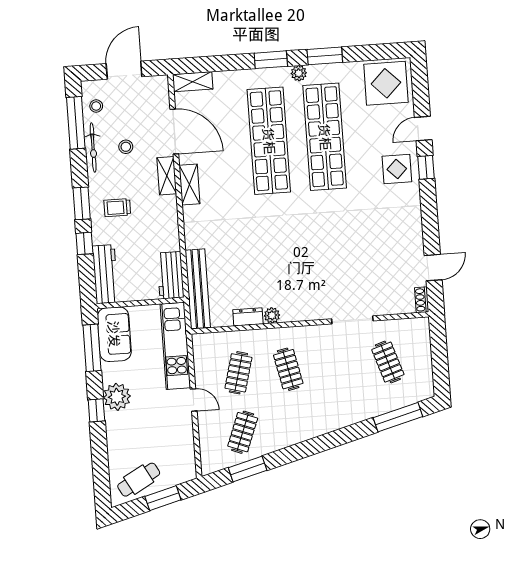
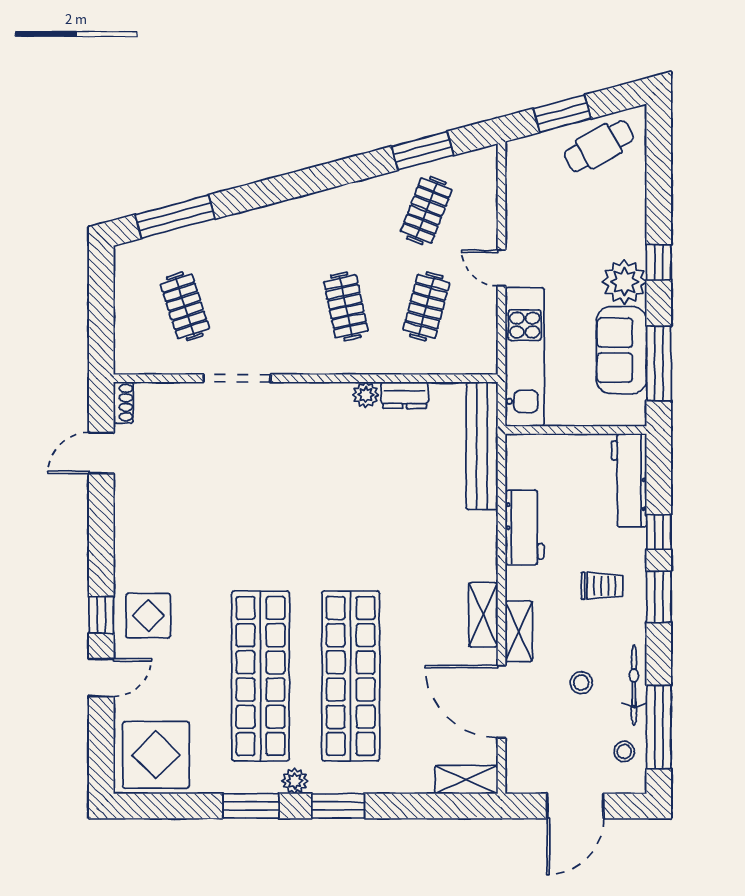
workbench: (170, 275) -> (524, 527), moved
sofa: (114, 334) -> (621, 350), moved

